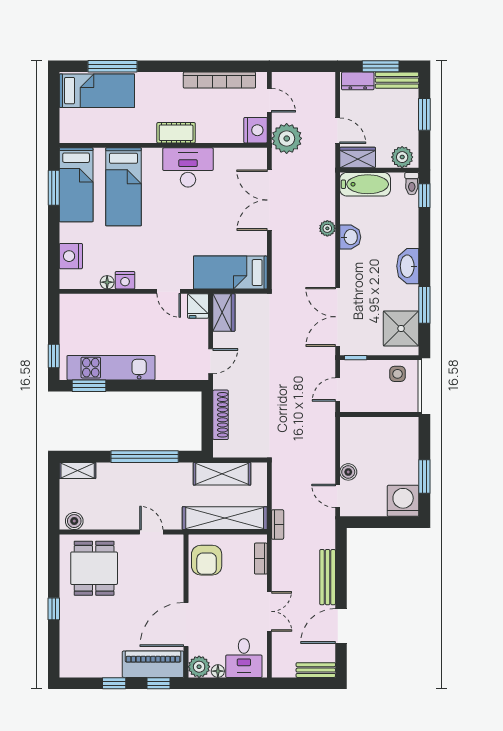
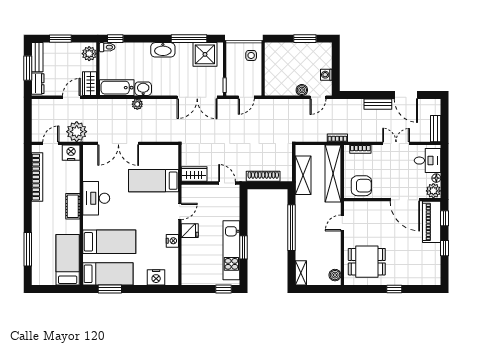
bed: (97, 91) -> (68, 260), moved
bathtub: (365, 184) -> (117, 88), moved, turned -90
bed: (230, 273) -> (154, 181), moved, turned 90
floor lamp: (107, 282) -> (174, 253), removed
window: (424, 305) -> (189, 39), width x1.44
fridge: (198, 306) -> (190, 231), moved
side table: (397, 374) -> (251, 55), moved
window: (89, 386) -> (244, 247), moved
door: (338, 390) -> (246, 97), hinge flipped
washing machine: (403, 501) -> (326, 75), moved, width x0.53, depth x0.53
bench: (328, 577) -> (378, 104), width x0.73
bench: (316, 670) -> (436, 129), moved

